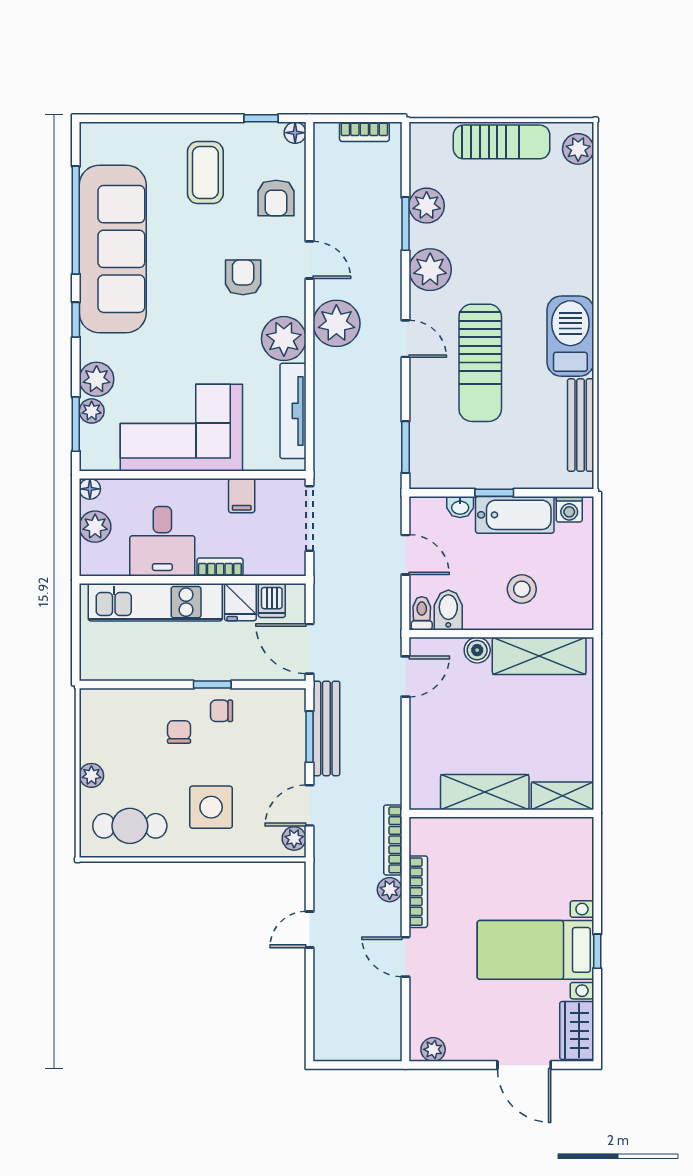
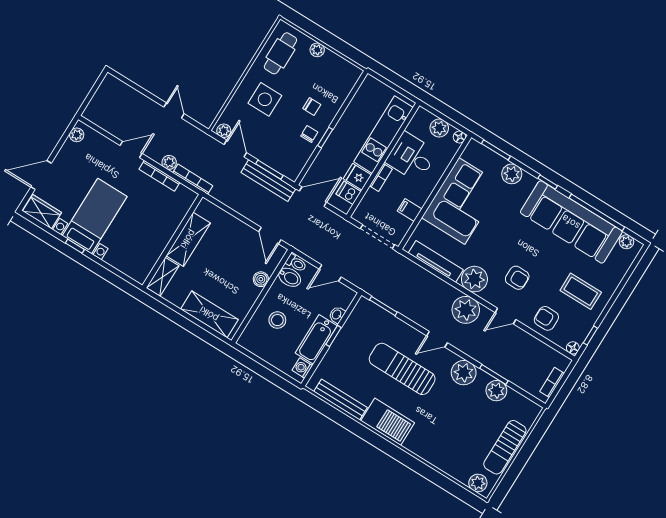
plant: (92, 411) -> (627, 242), moved
shelving: (539, 656) -> (209, 314), moved, turned 90

